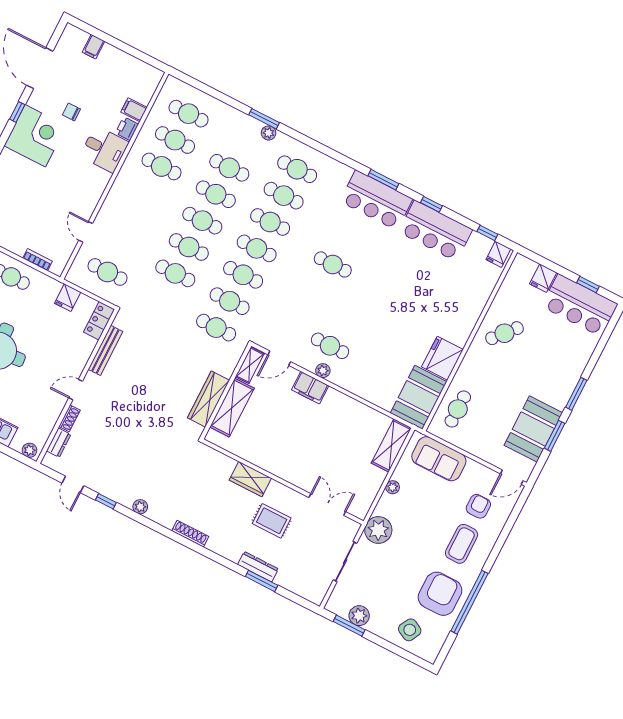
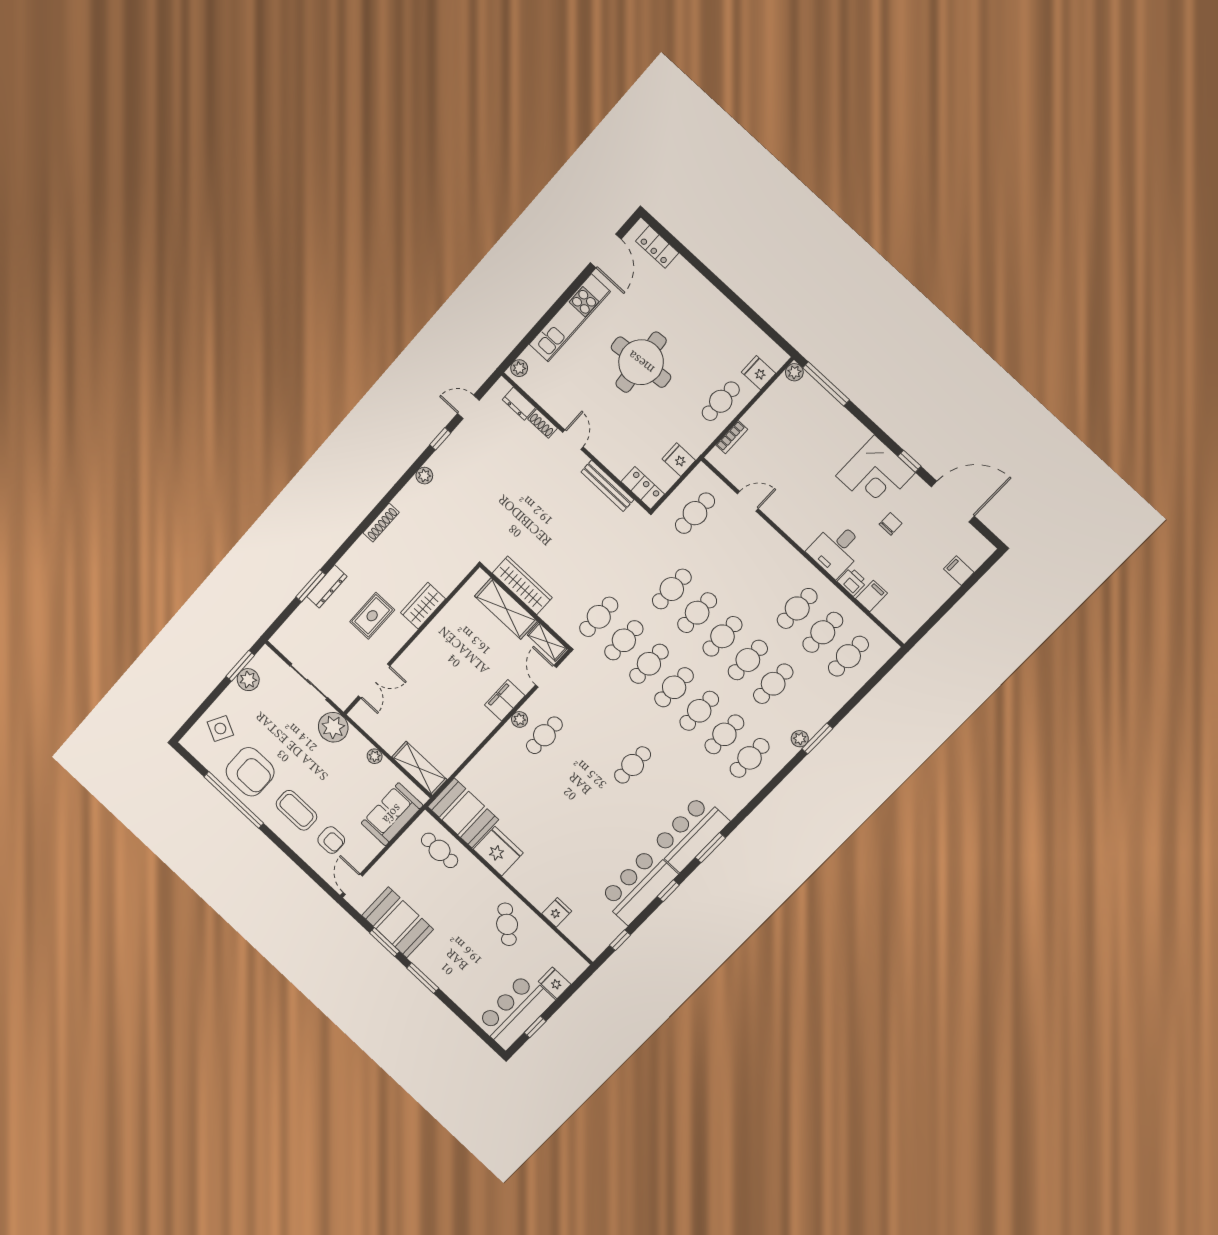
fridge: (498, 254) -> (557, 912), moved, turned 90

